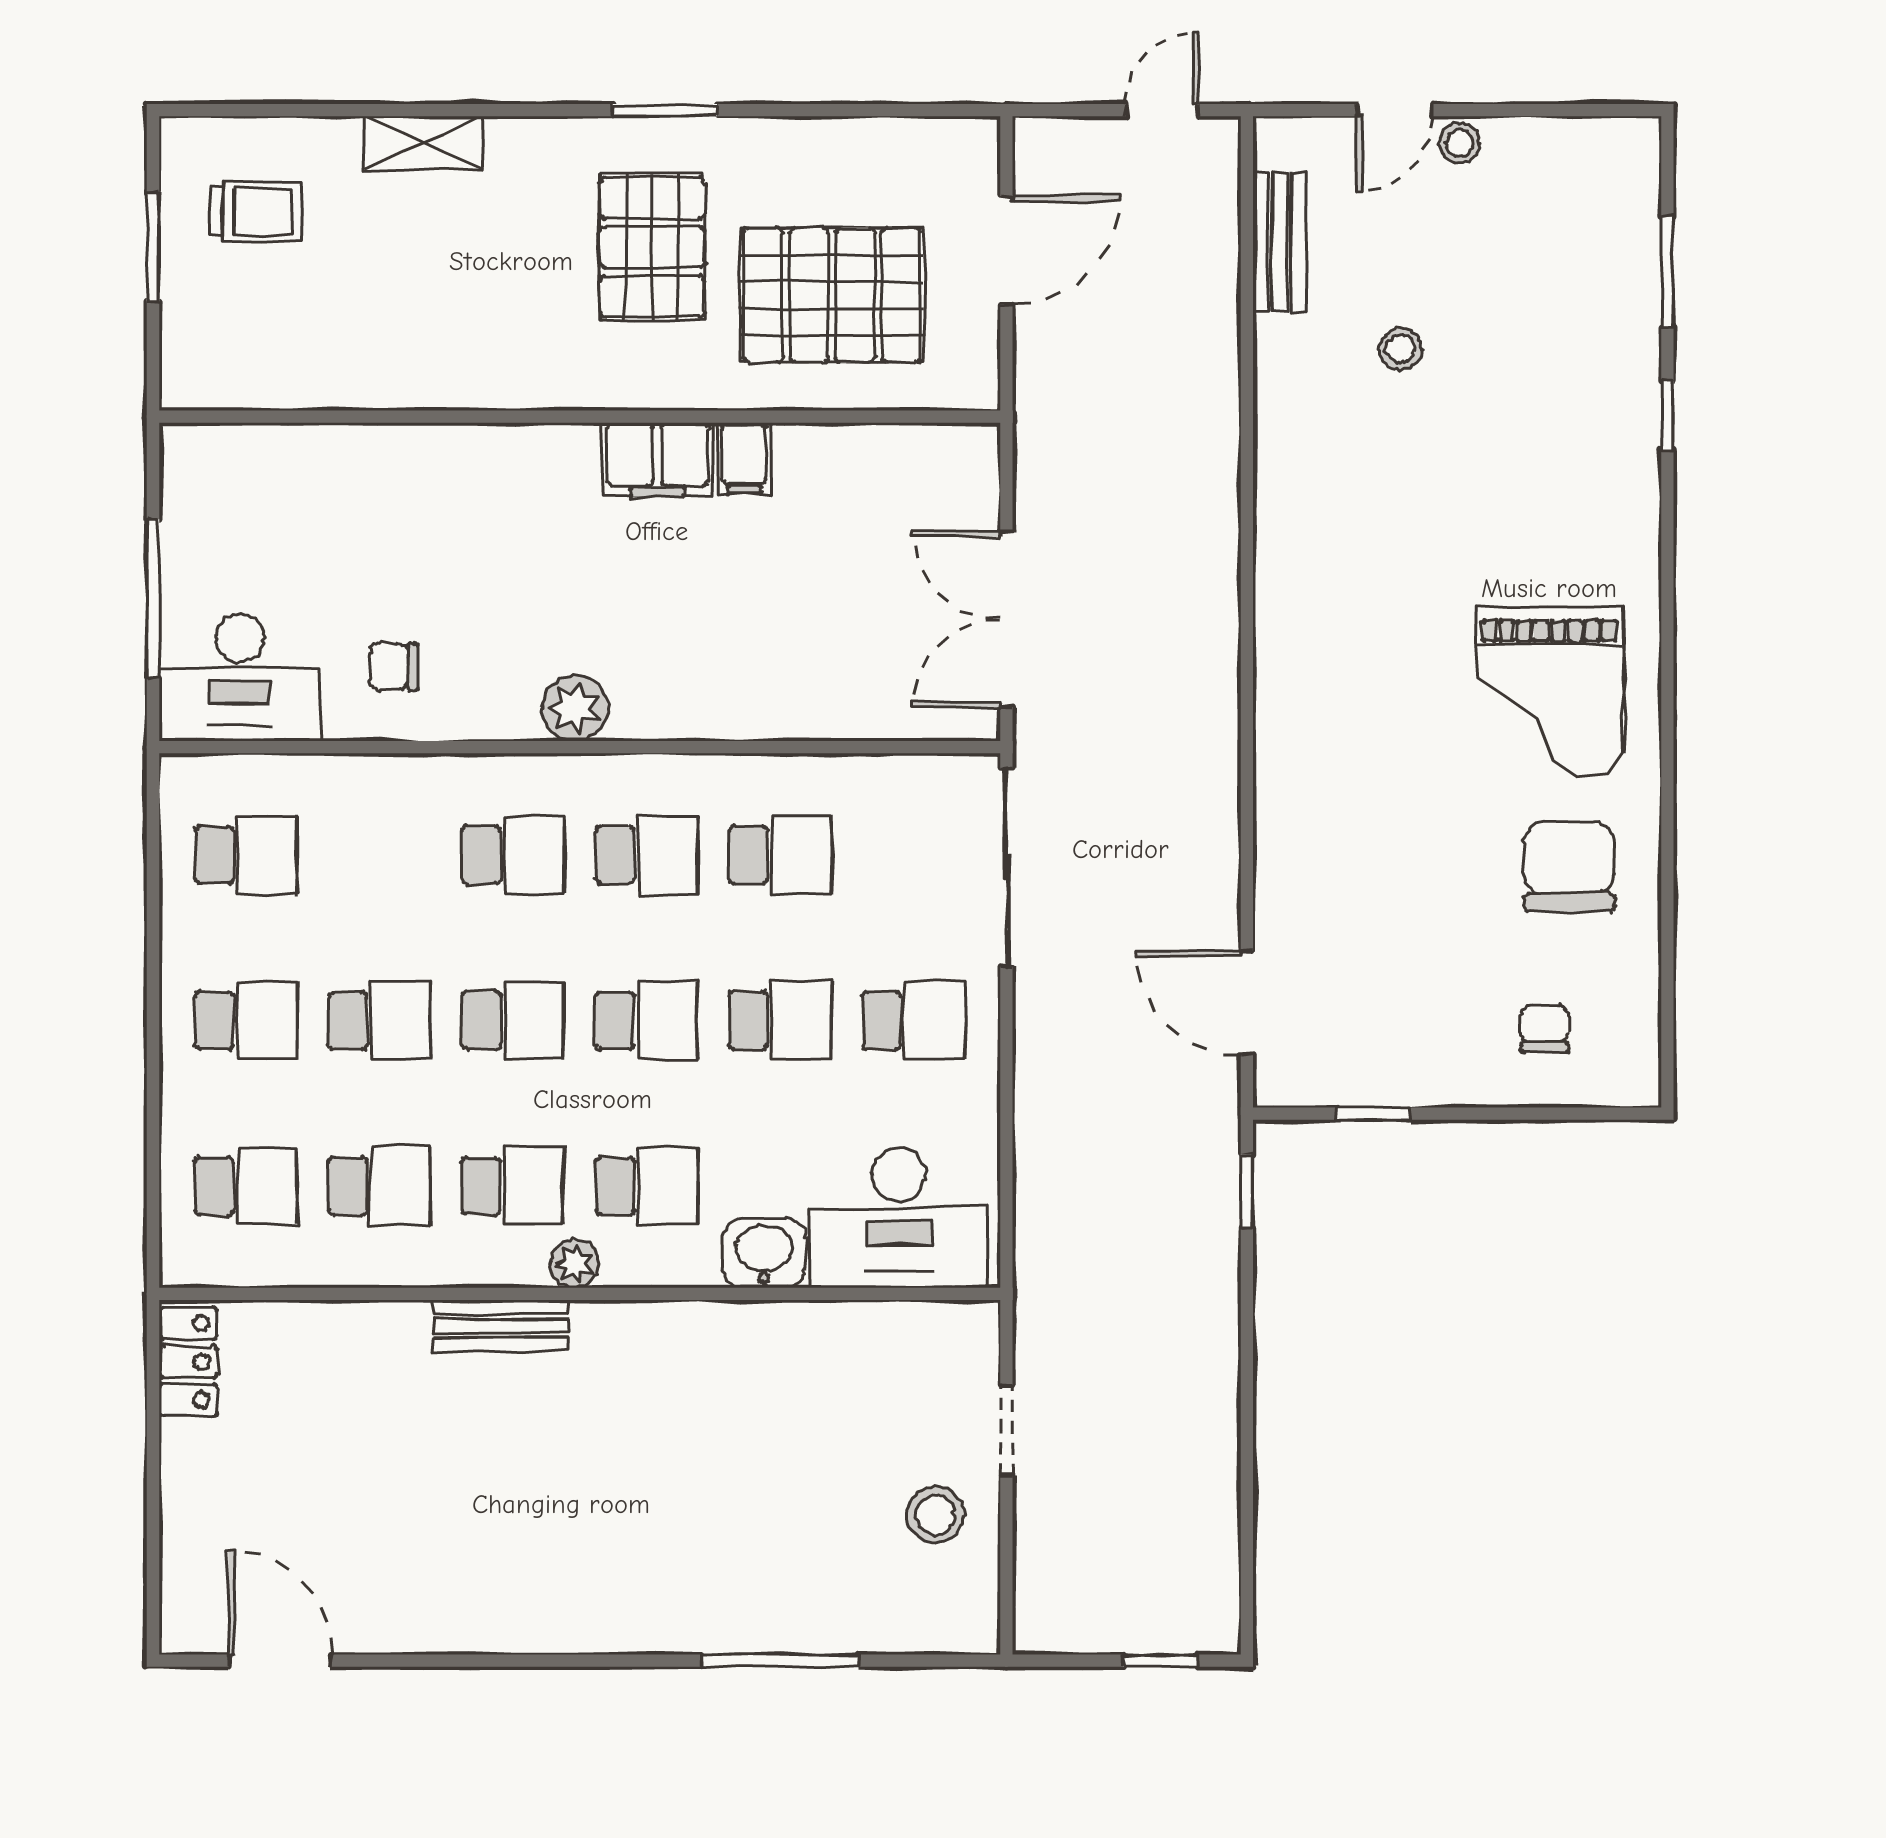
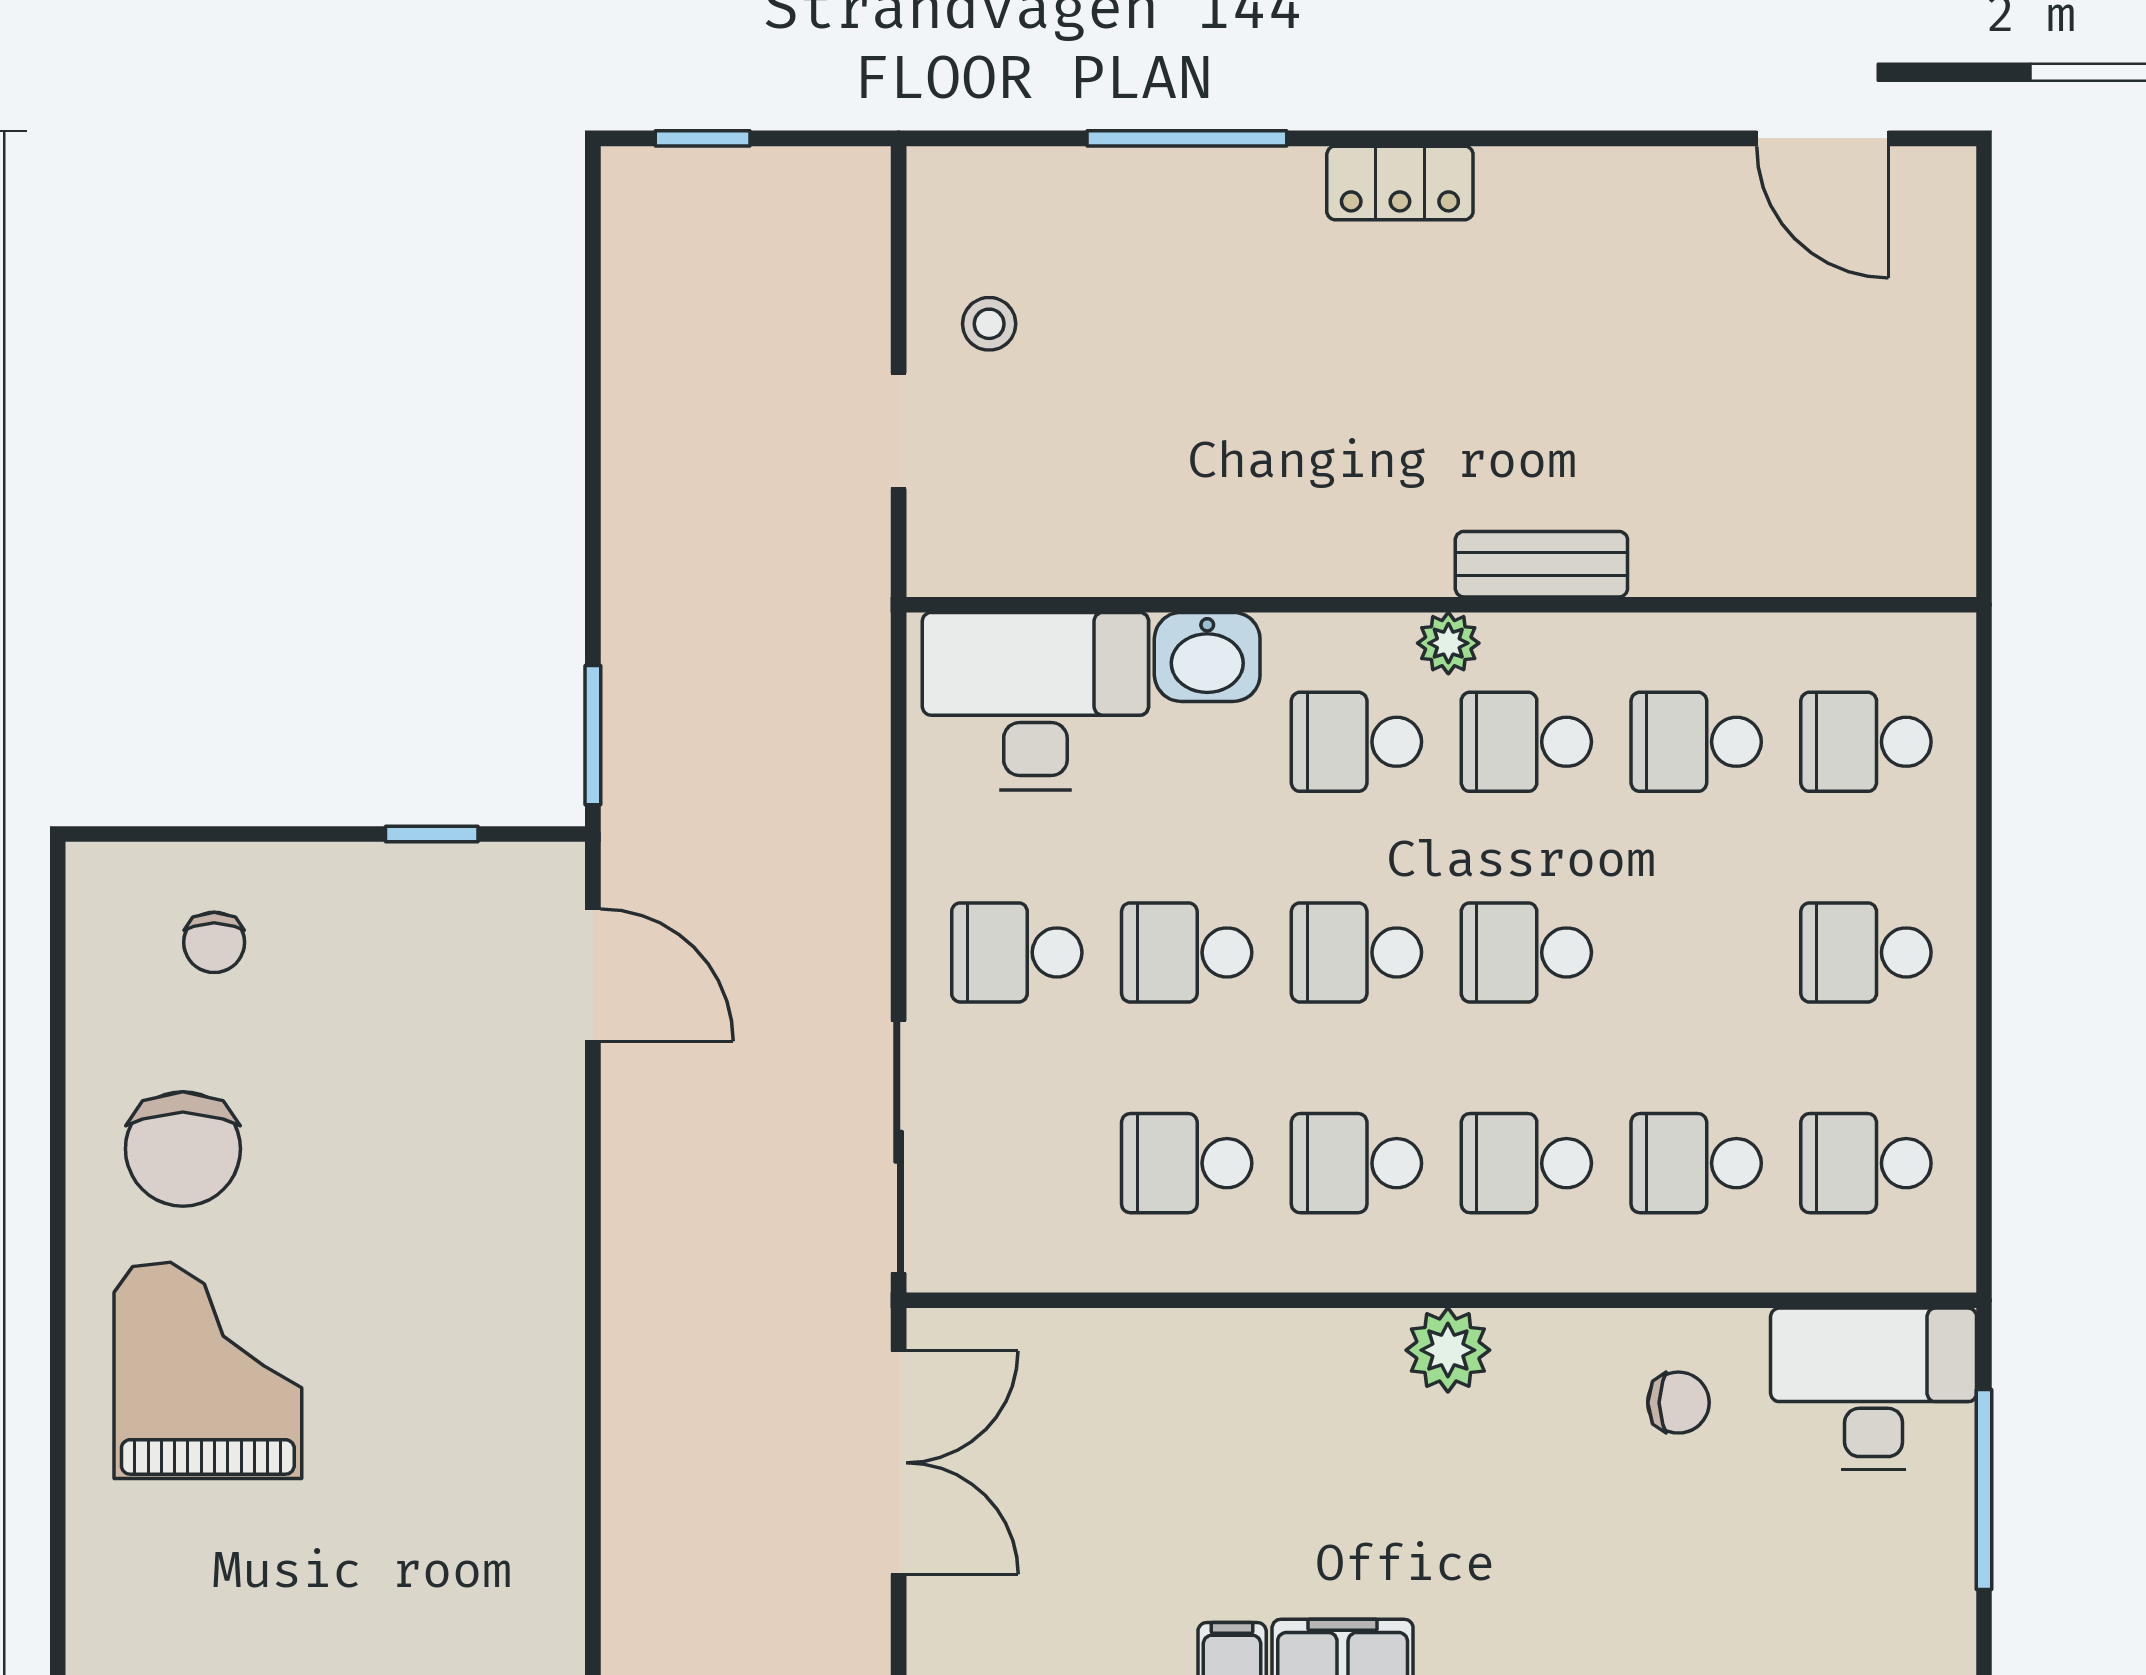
school desk: (379, 1021) -> (1696, 1163), moved
window: (1247, 1191) -> (593, 735), width x1.50
locker: (188, 1362) -> (1400, 183), moved, turned -90
stool: (935, 1515) -> (989, 324), width x0.73, depth x0.73

